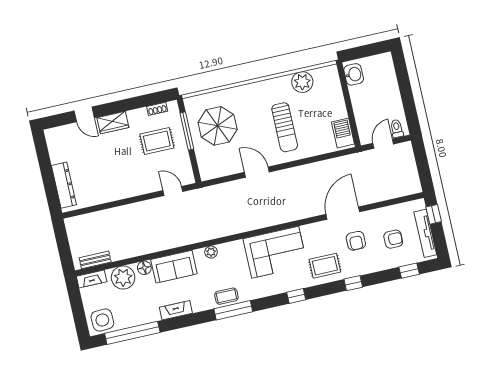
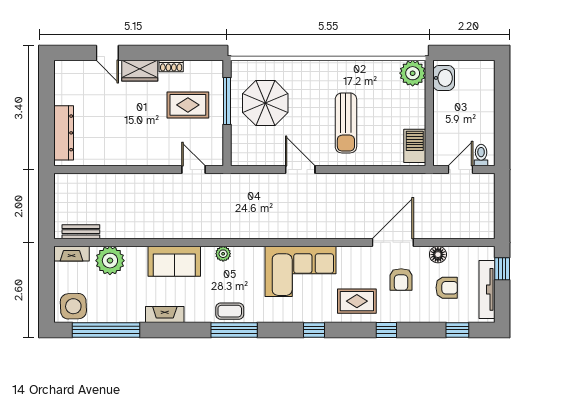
plant: (302, 82) -> (413, 73), moved
shoe rack: (157, 109) -> (171, 66), moved
floor lamp: (144, 268) -> (438, 255), moved

